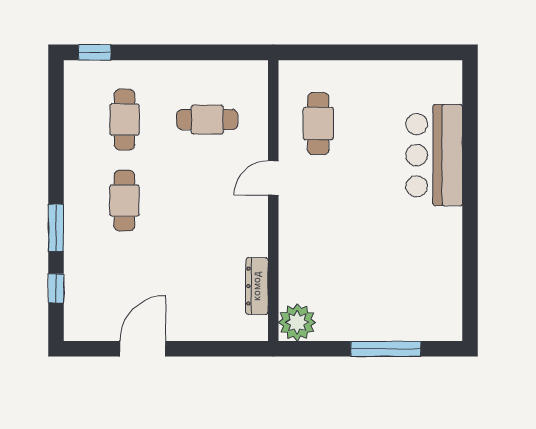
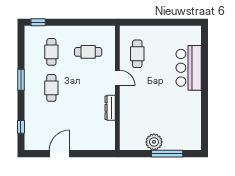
door: (273, 178) -> (117, 78), swing flipped
window: (56, 228) -> (21, 80), moved
dresser: (257, 286) -> (110, 108), moved
plant: (297, 322) -> (154, 142), moved

